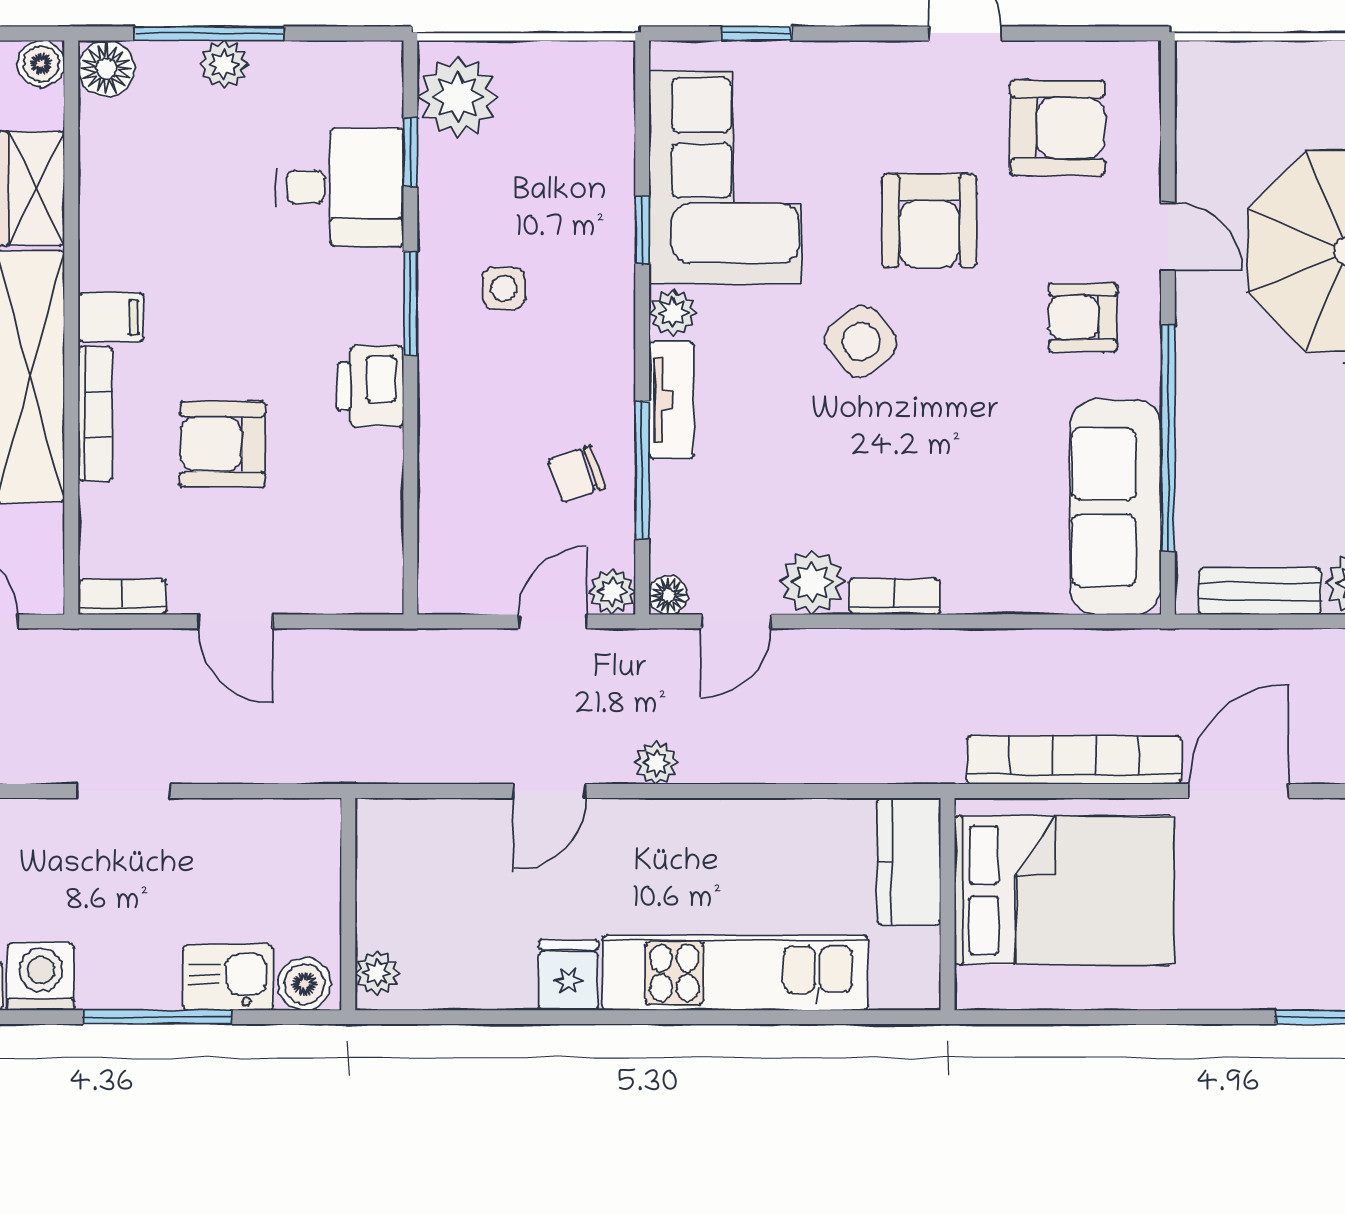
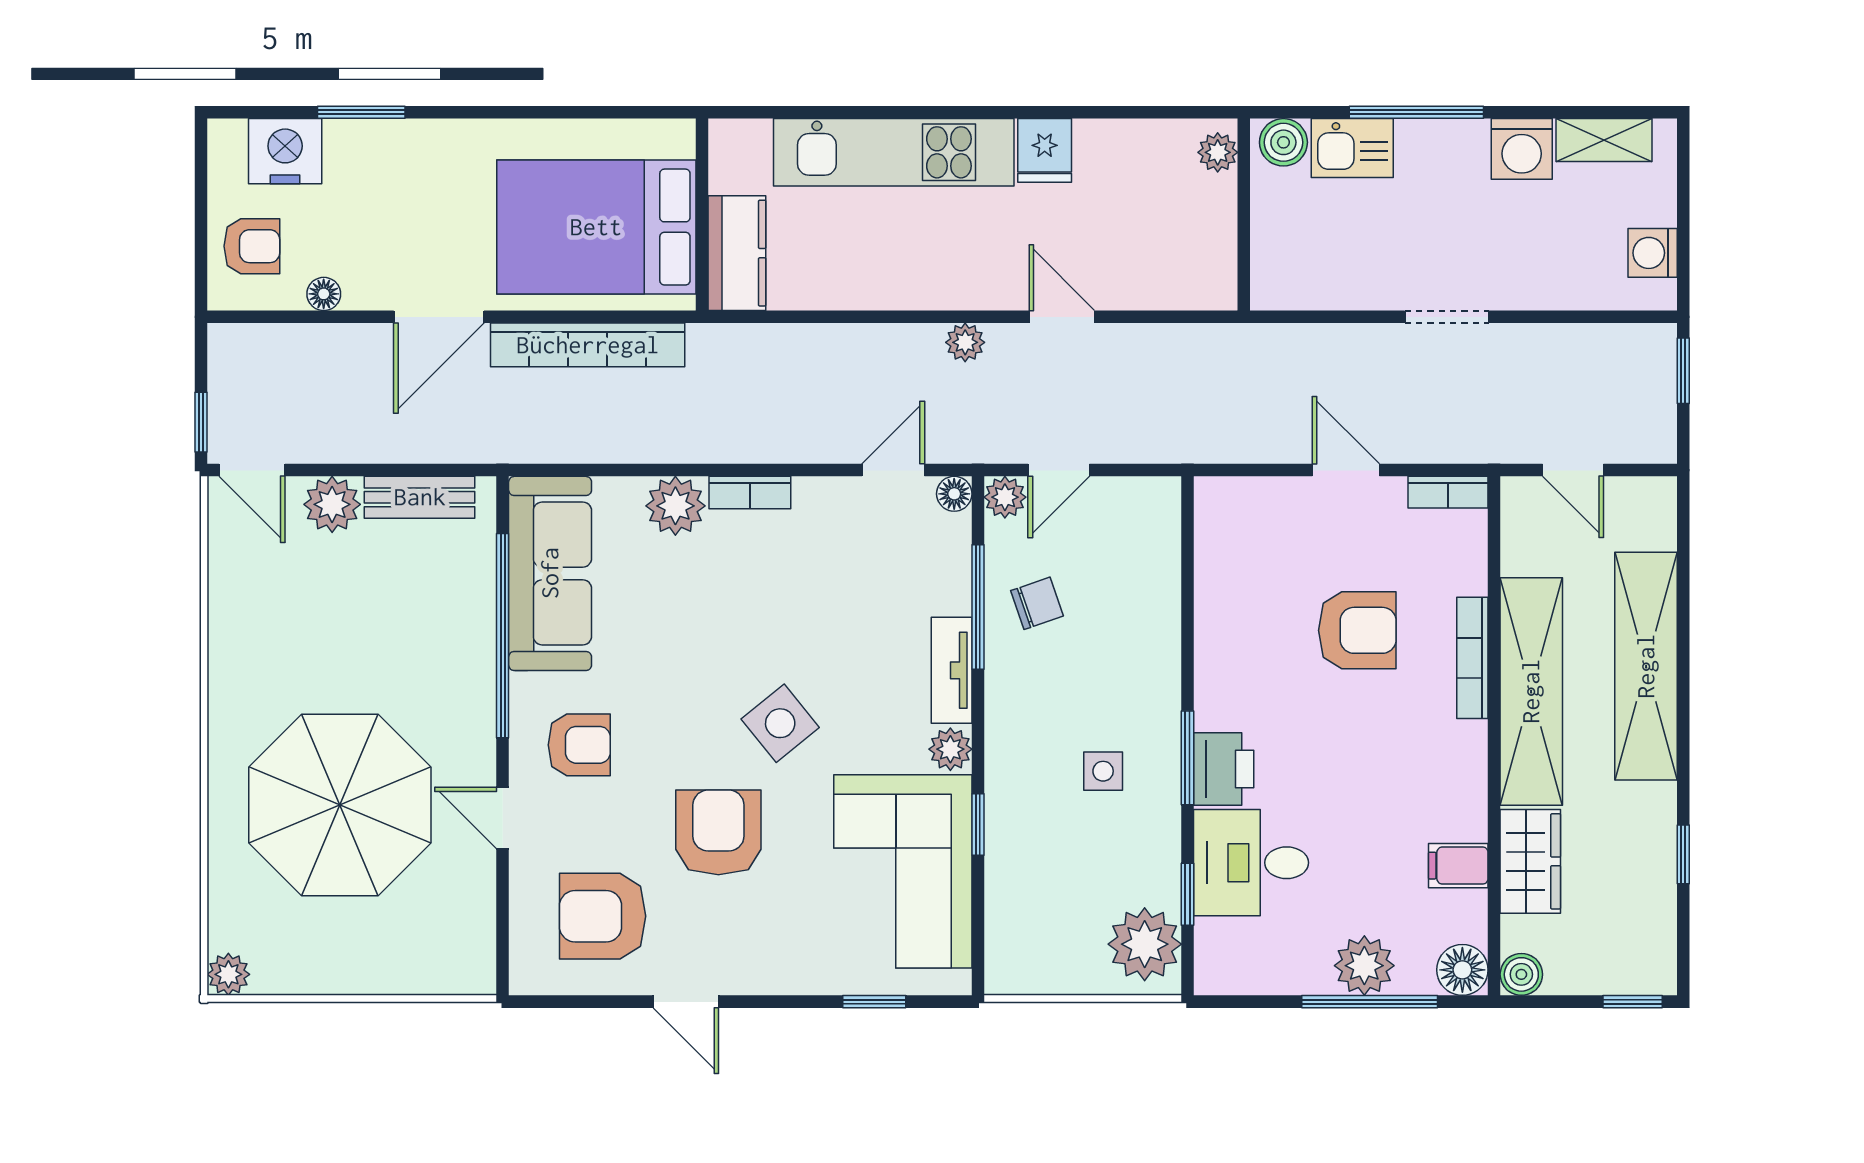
plant: (224, 64) -> (1364, 966), width x1.38, depth x1.38
filing cabinet: (111, 317) -> (1458, 866), moved
printer: (370, 386) -> (1224, 769), moved
plant: (812, 582) -> (675, 506), moved
door: (549, 791) -> (1062, 317), hinge flipped

